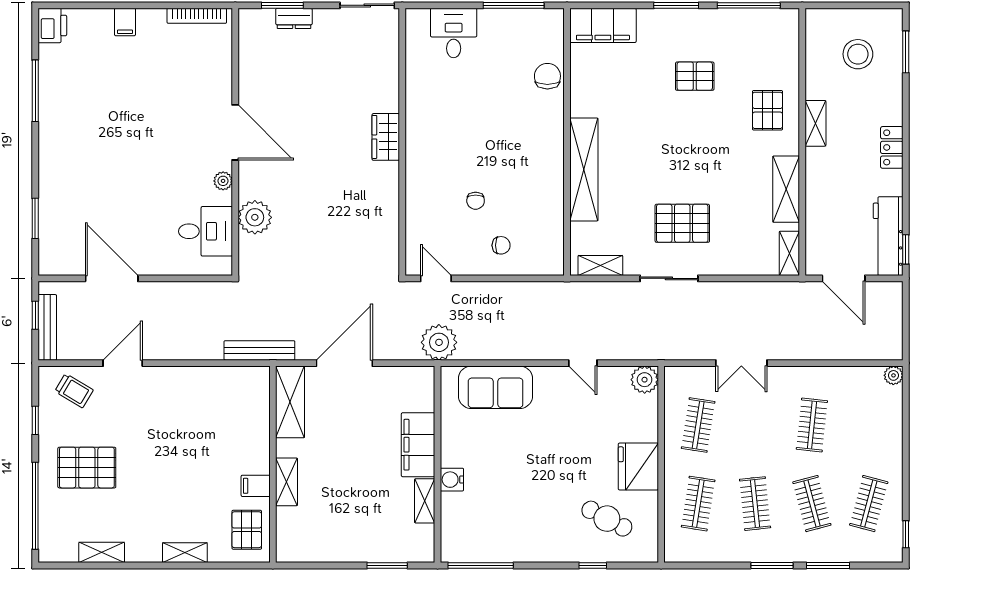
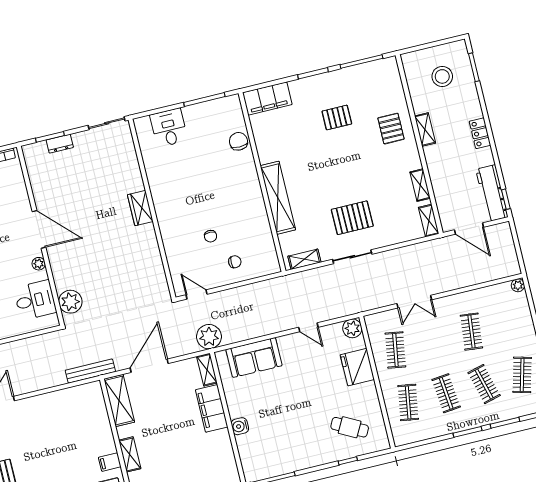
shelving: (786, 189) -> (420, 185), width x0.67, depth x0.75
plant: (255, 217) -> (70, 302), moved
fridge: (638, 467) -> (357, 367), moved
shelving: (425, 501) -> (207, 370), moved

